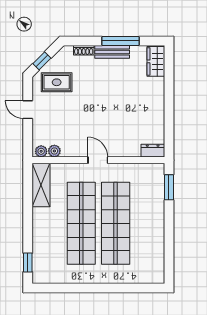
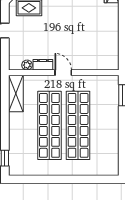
plant: (41, 151) -> (16, 65), removed
dresser: (153, 151) -> (43, 65), moved

